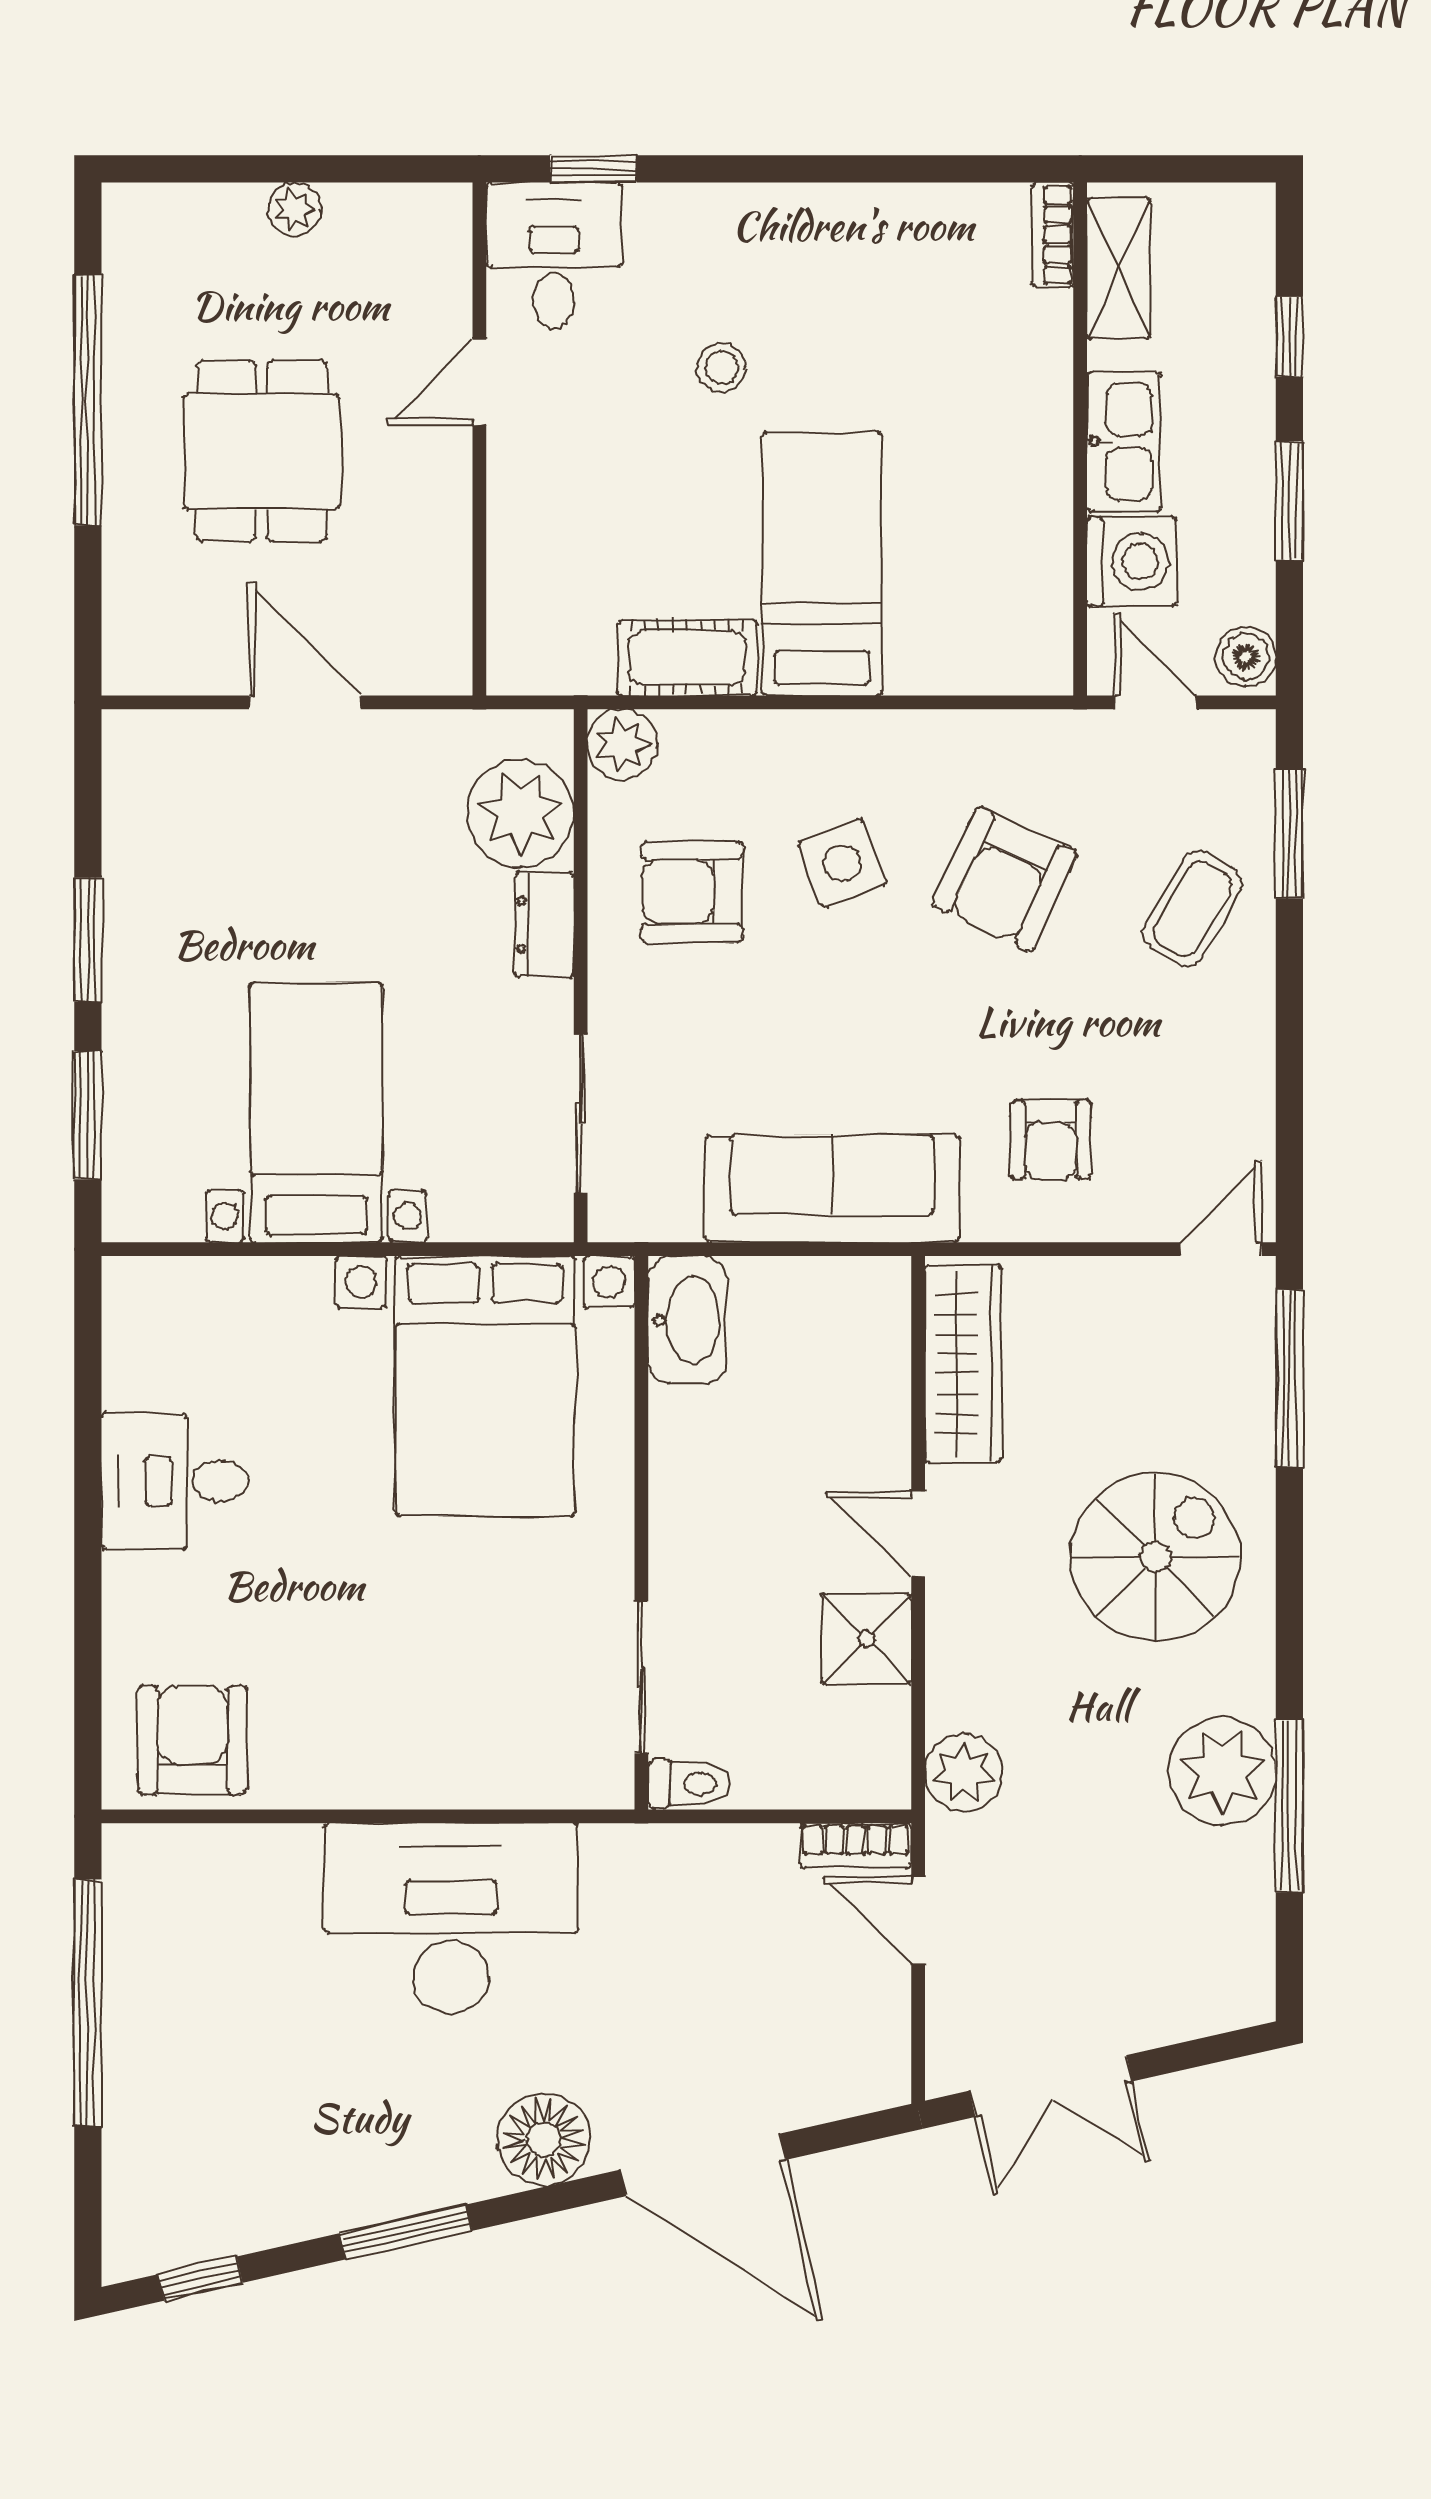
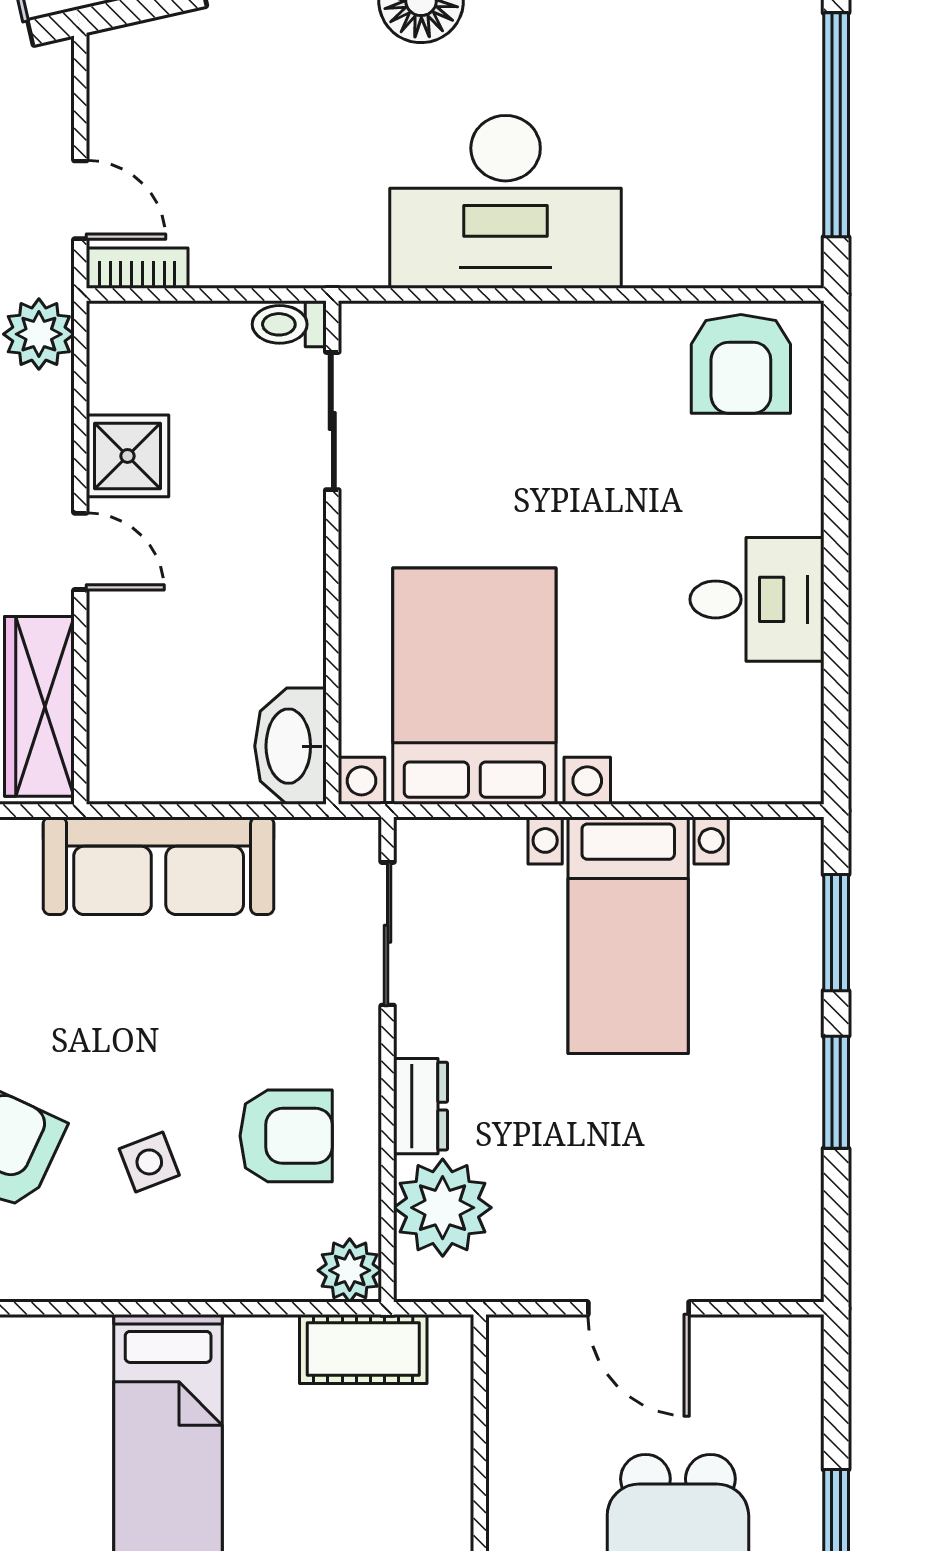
cot: (687, 658) -> (363, 1349), moved
side table: (842, 863) -> (149, 1162), width x0.73, depth x0.73

